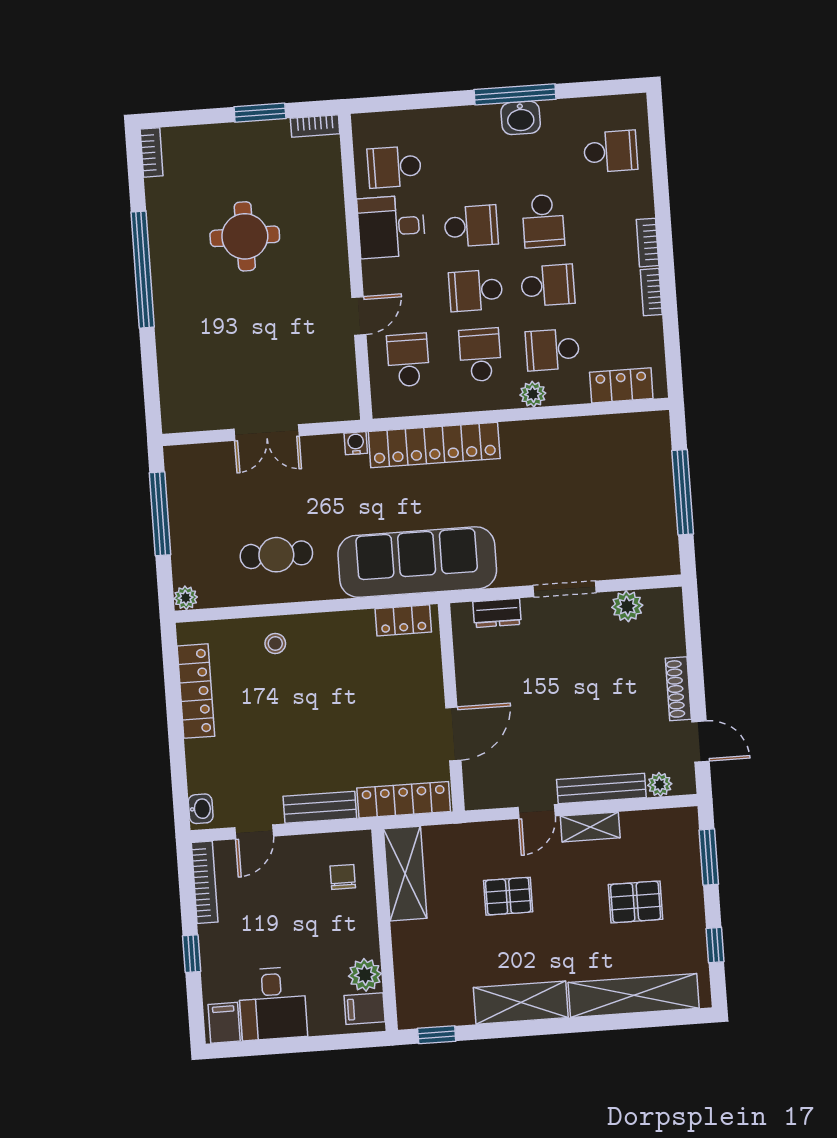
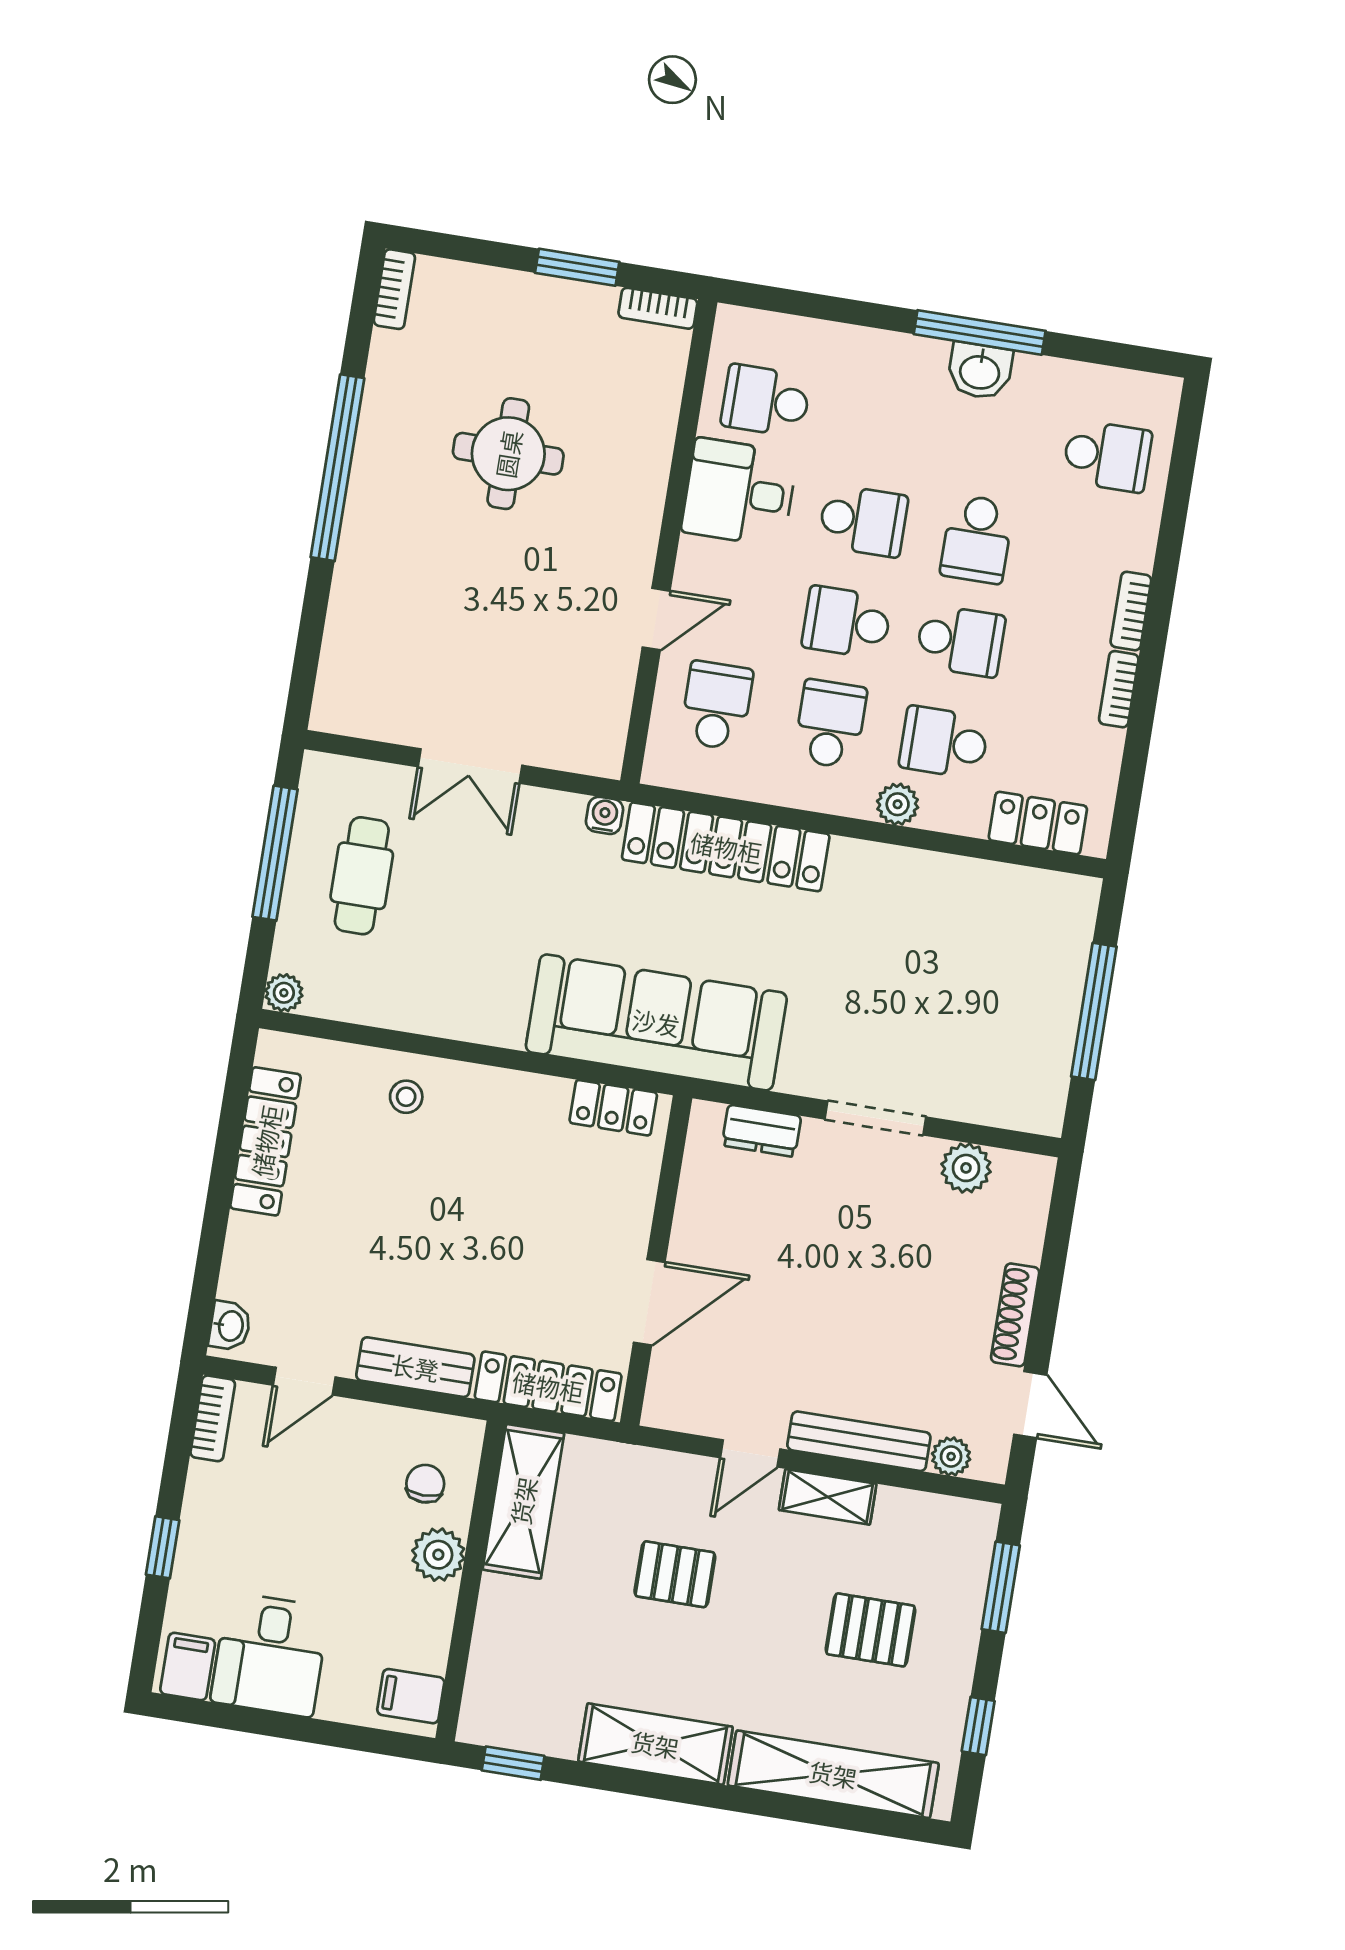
cafe table: (276, 555) -> (362, 876), moved, turned 90
bookcase: (205, 882) -> (213, 1418), width x0.64
plant: (365, 975) -> (438, 1555), moved

